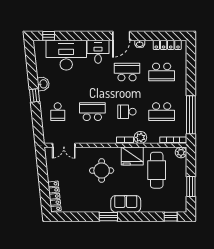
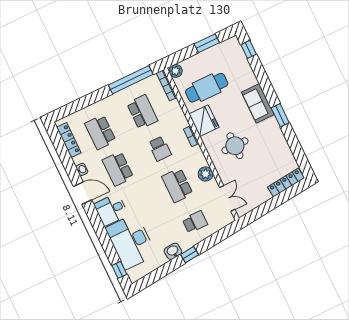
school desk: (162, 72) -> (100, 132), turned 180
plant: (140, 137) -> (206, 174), moved

